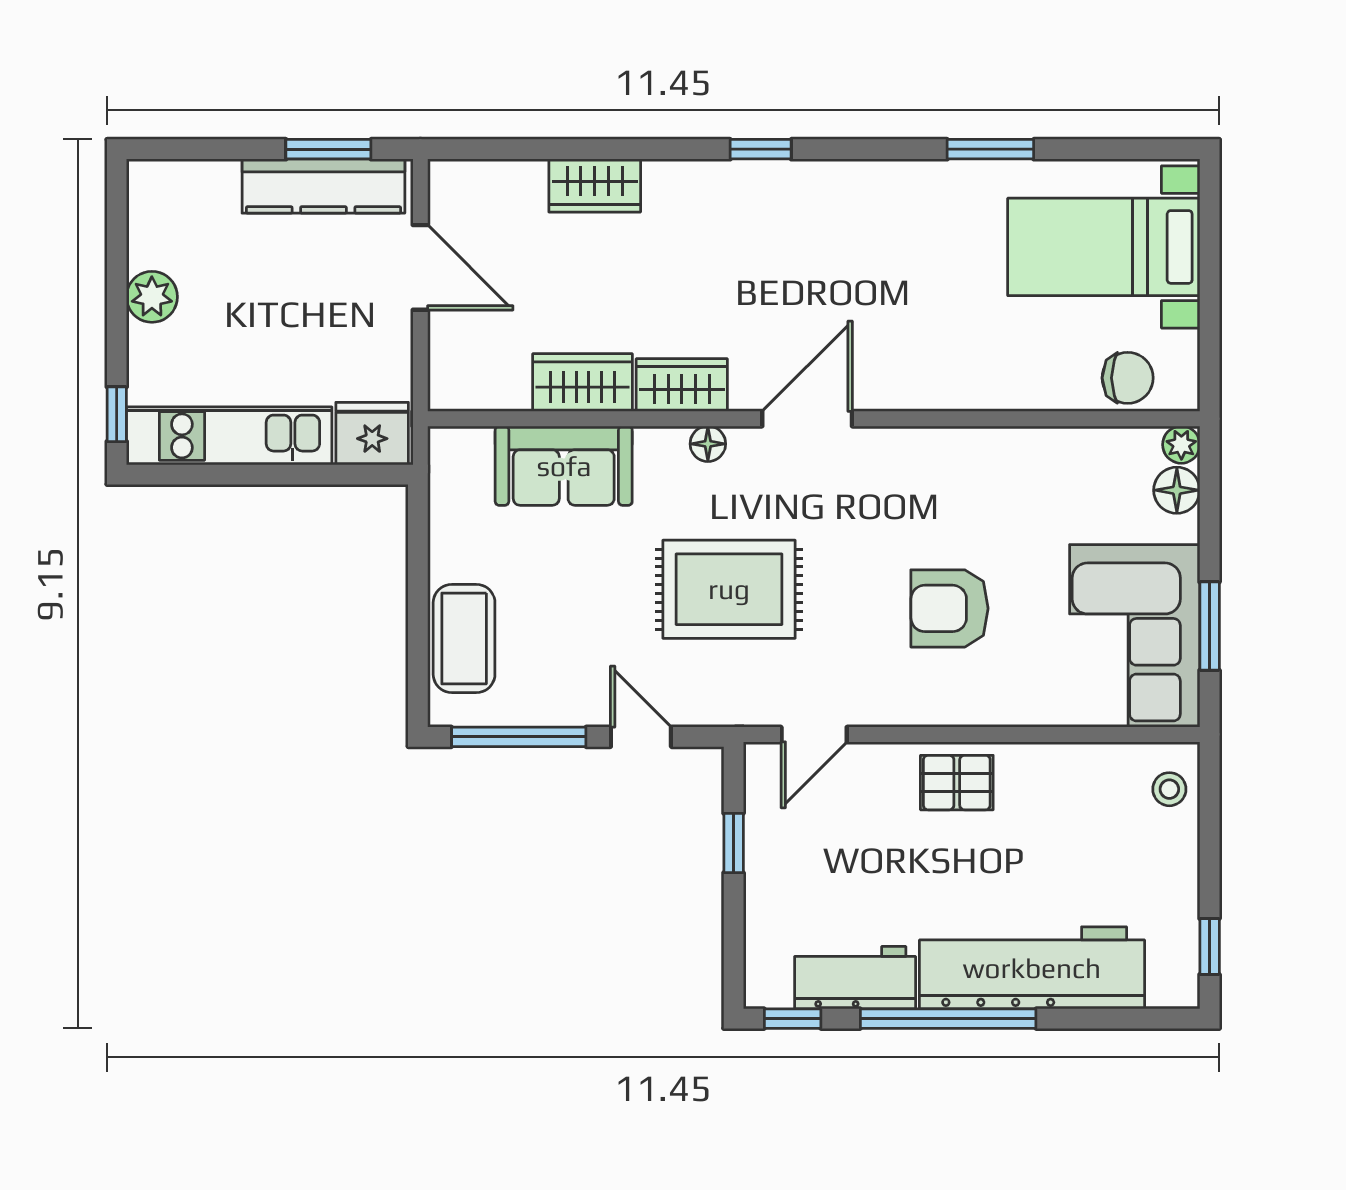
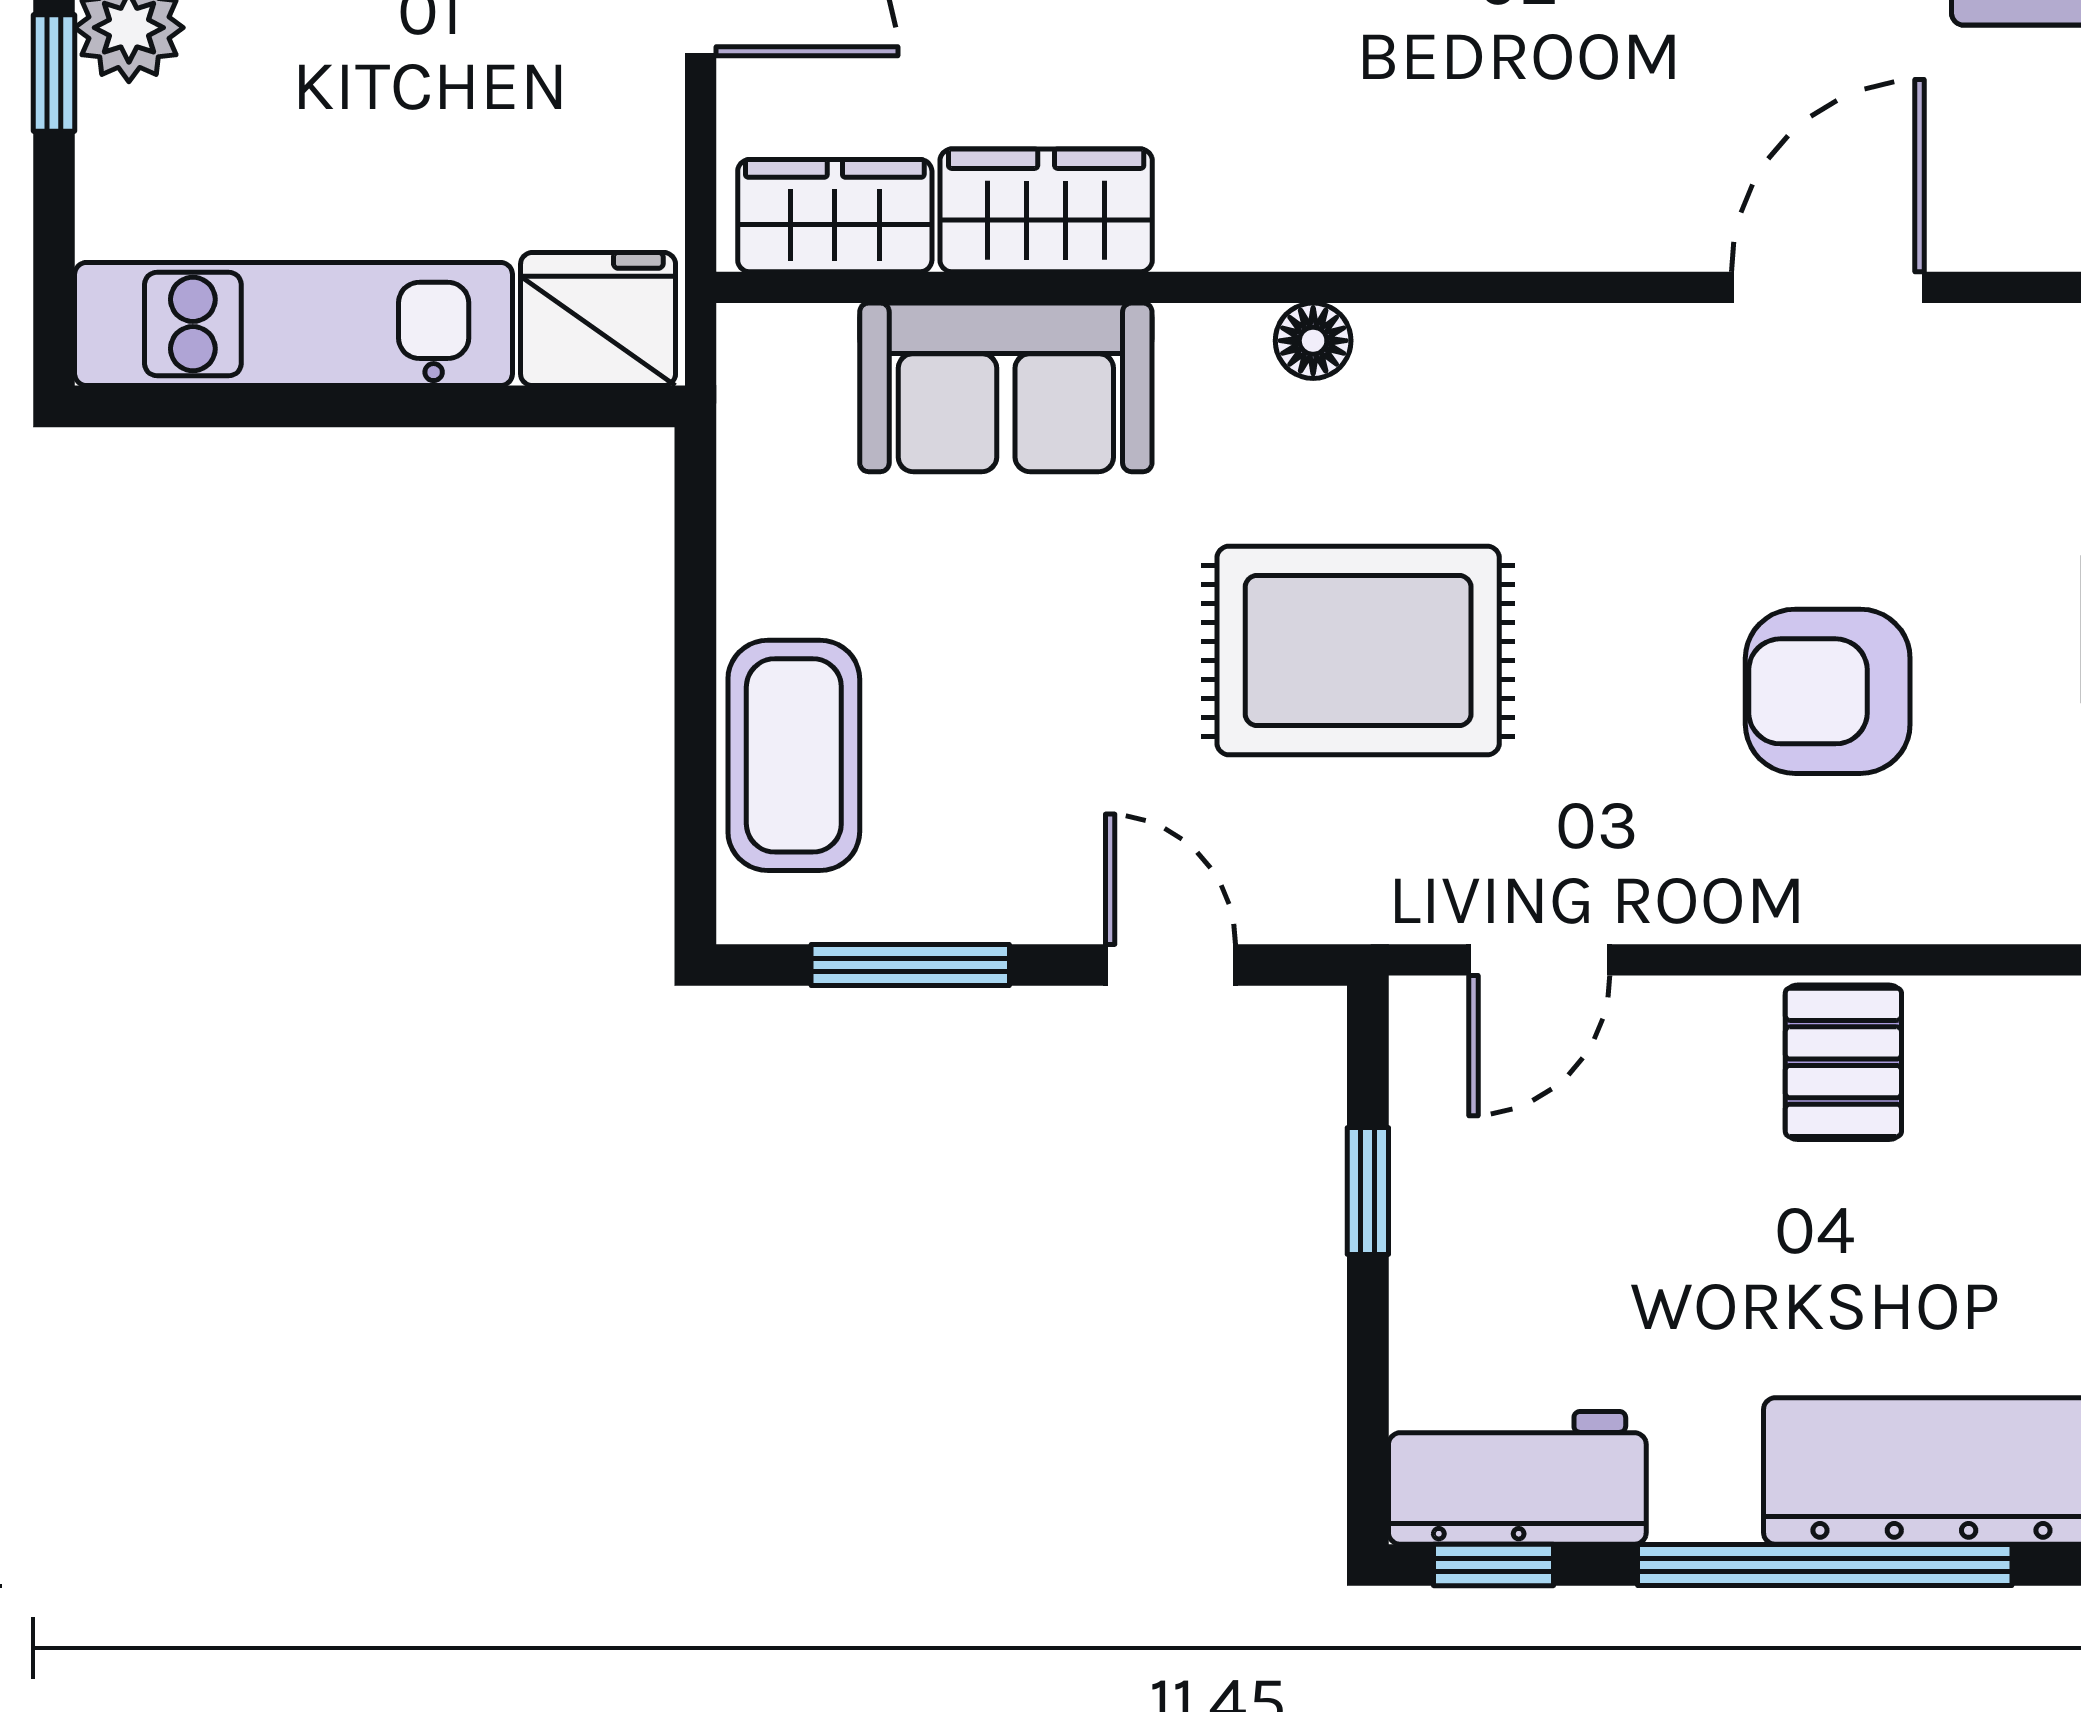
wardrobe: (682, 385) -> (835, 216), moved
window: (117, 414) -> (54, 73), moved
door: (807, 419) -> (1828, 287), moved
window: (519, 737) -> (910, 965), width x0.69
pallet: (957, 783) -> (1843, 1062), turned 90
workbench: (855, 978) -> (1517, 1478), moved

